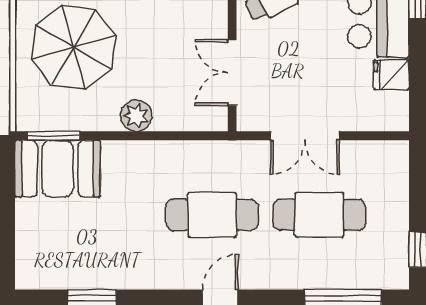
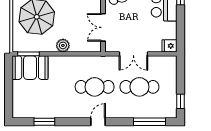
fridge: (391, 75) -> (170, 46), moved

